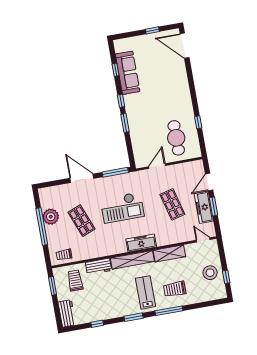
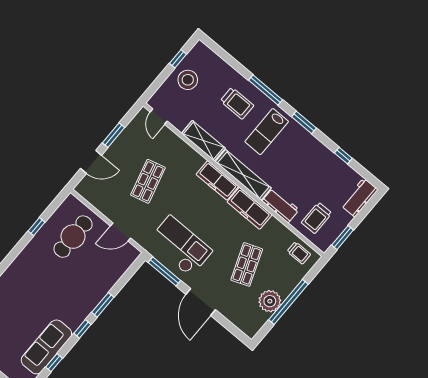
freezer: (204, 207) -> (250, 208), moved, turned 90
checkout: (122, 208) -> (180, 246), moved

